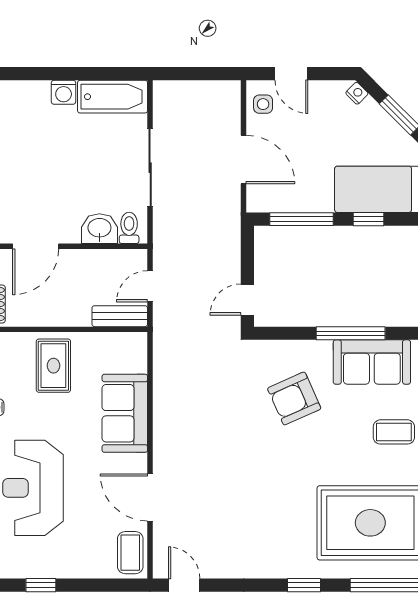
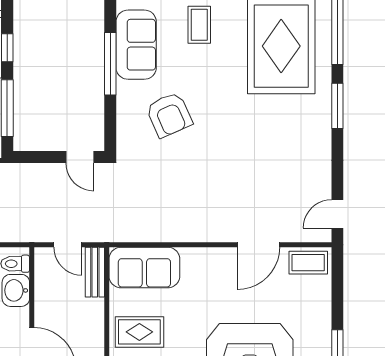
sofa: (125, 413) -> (144, 268), moved
window: (304, 585) -> (337, 106), width x1.50

